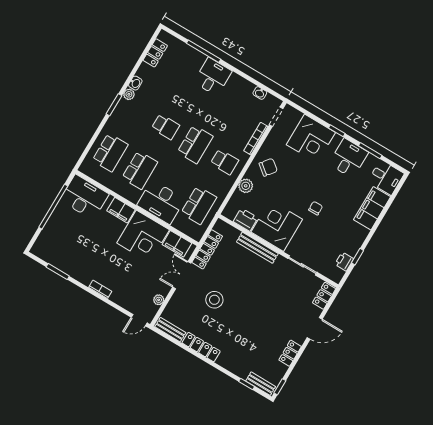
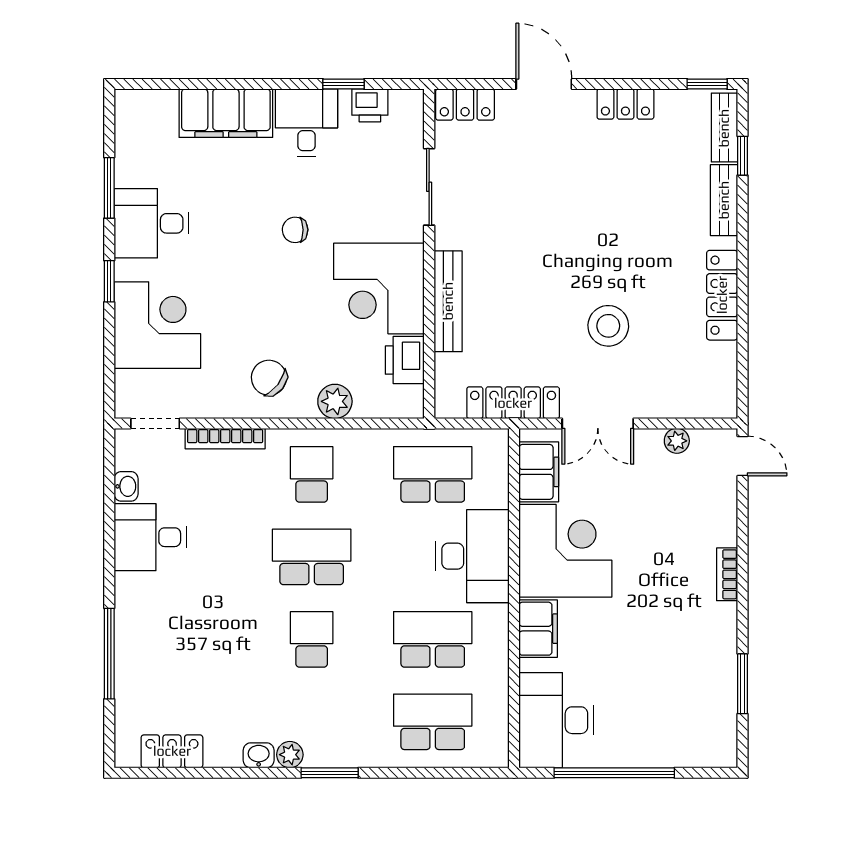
desk: (213, 77) -> (150, 537), moved
desk: (386, 177) -> (306, 122), moved
bench: (170, 330) -> (724, 200), moved

